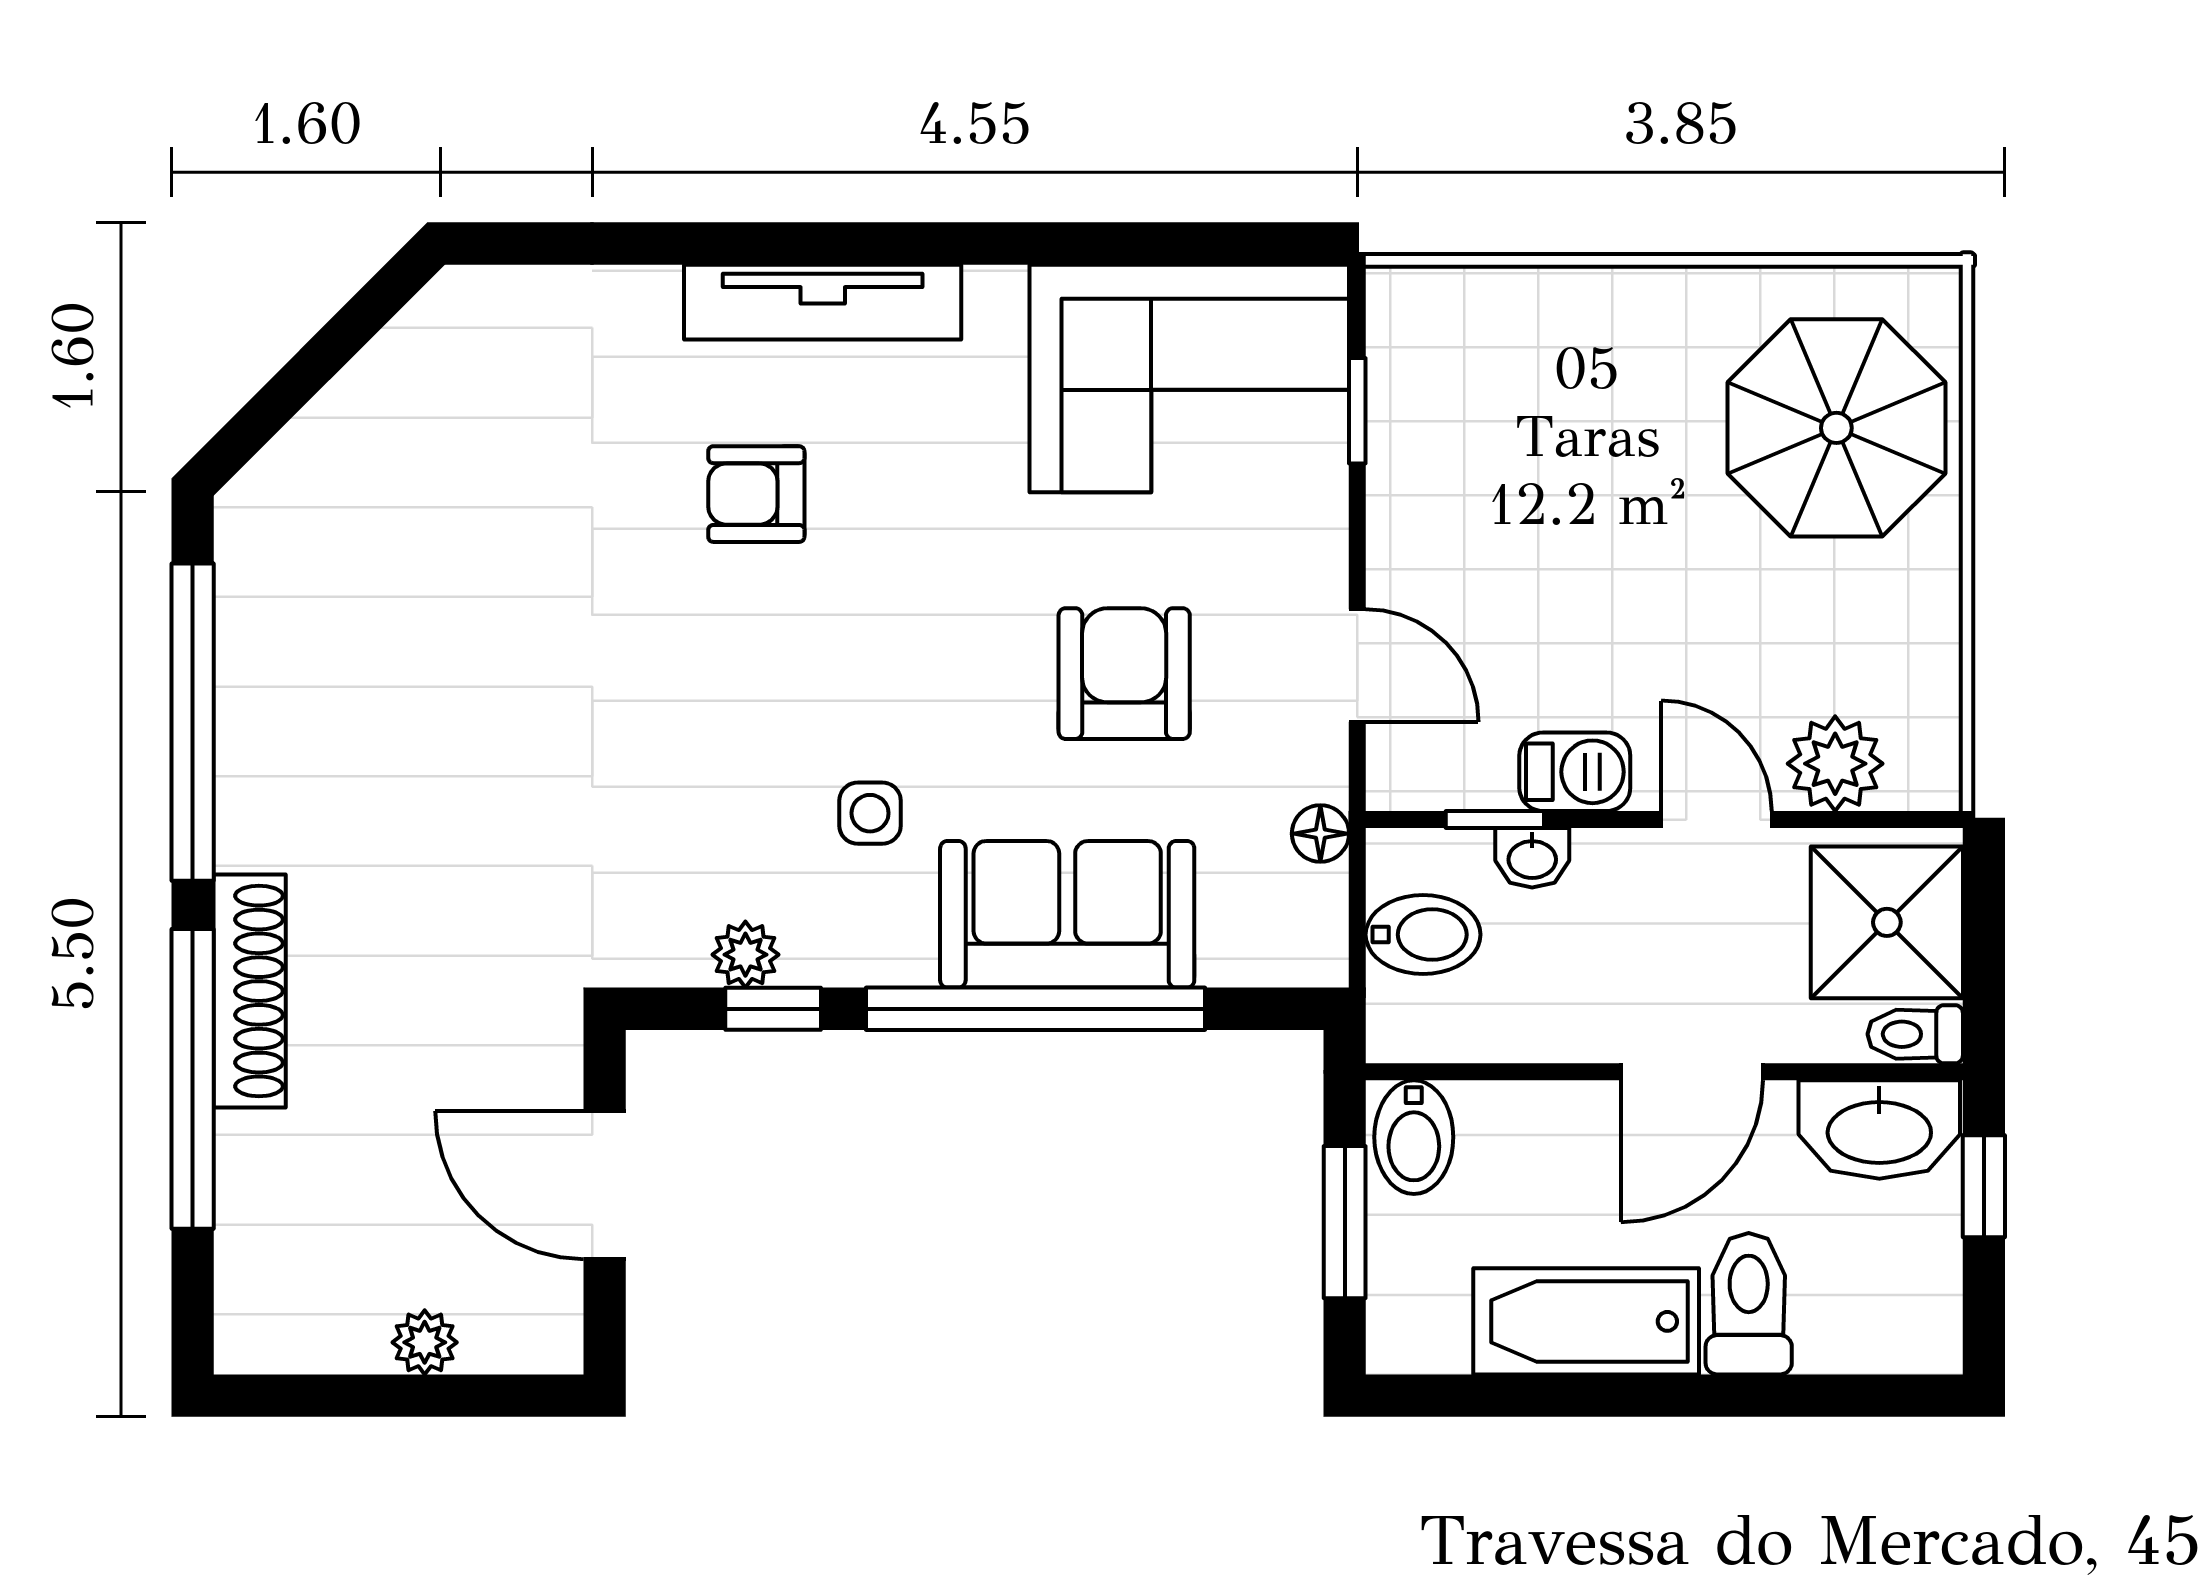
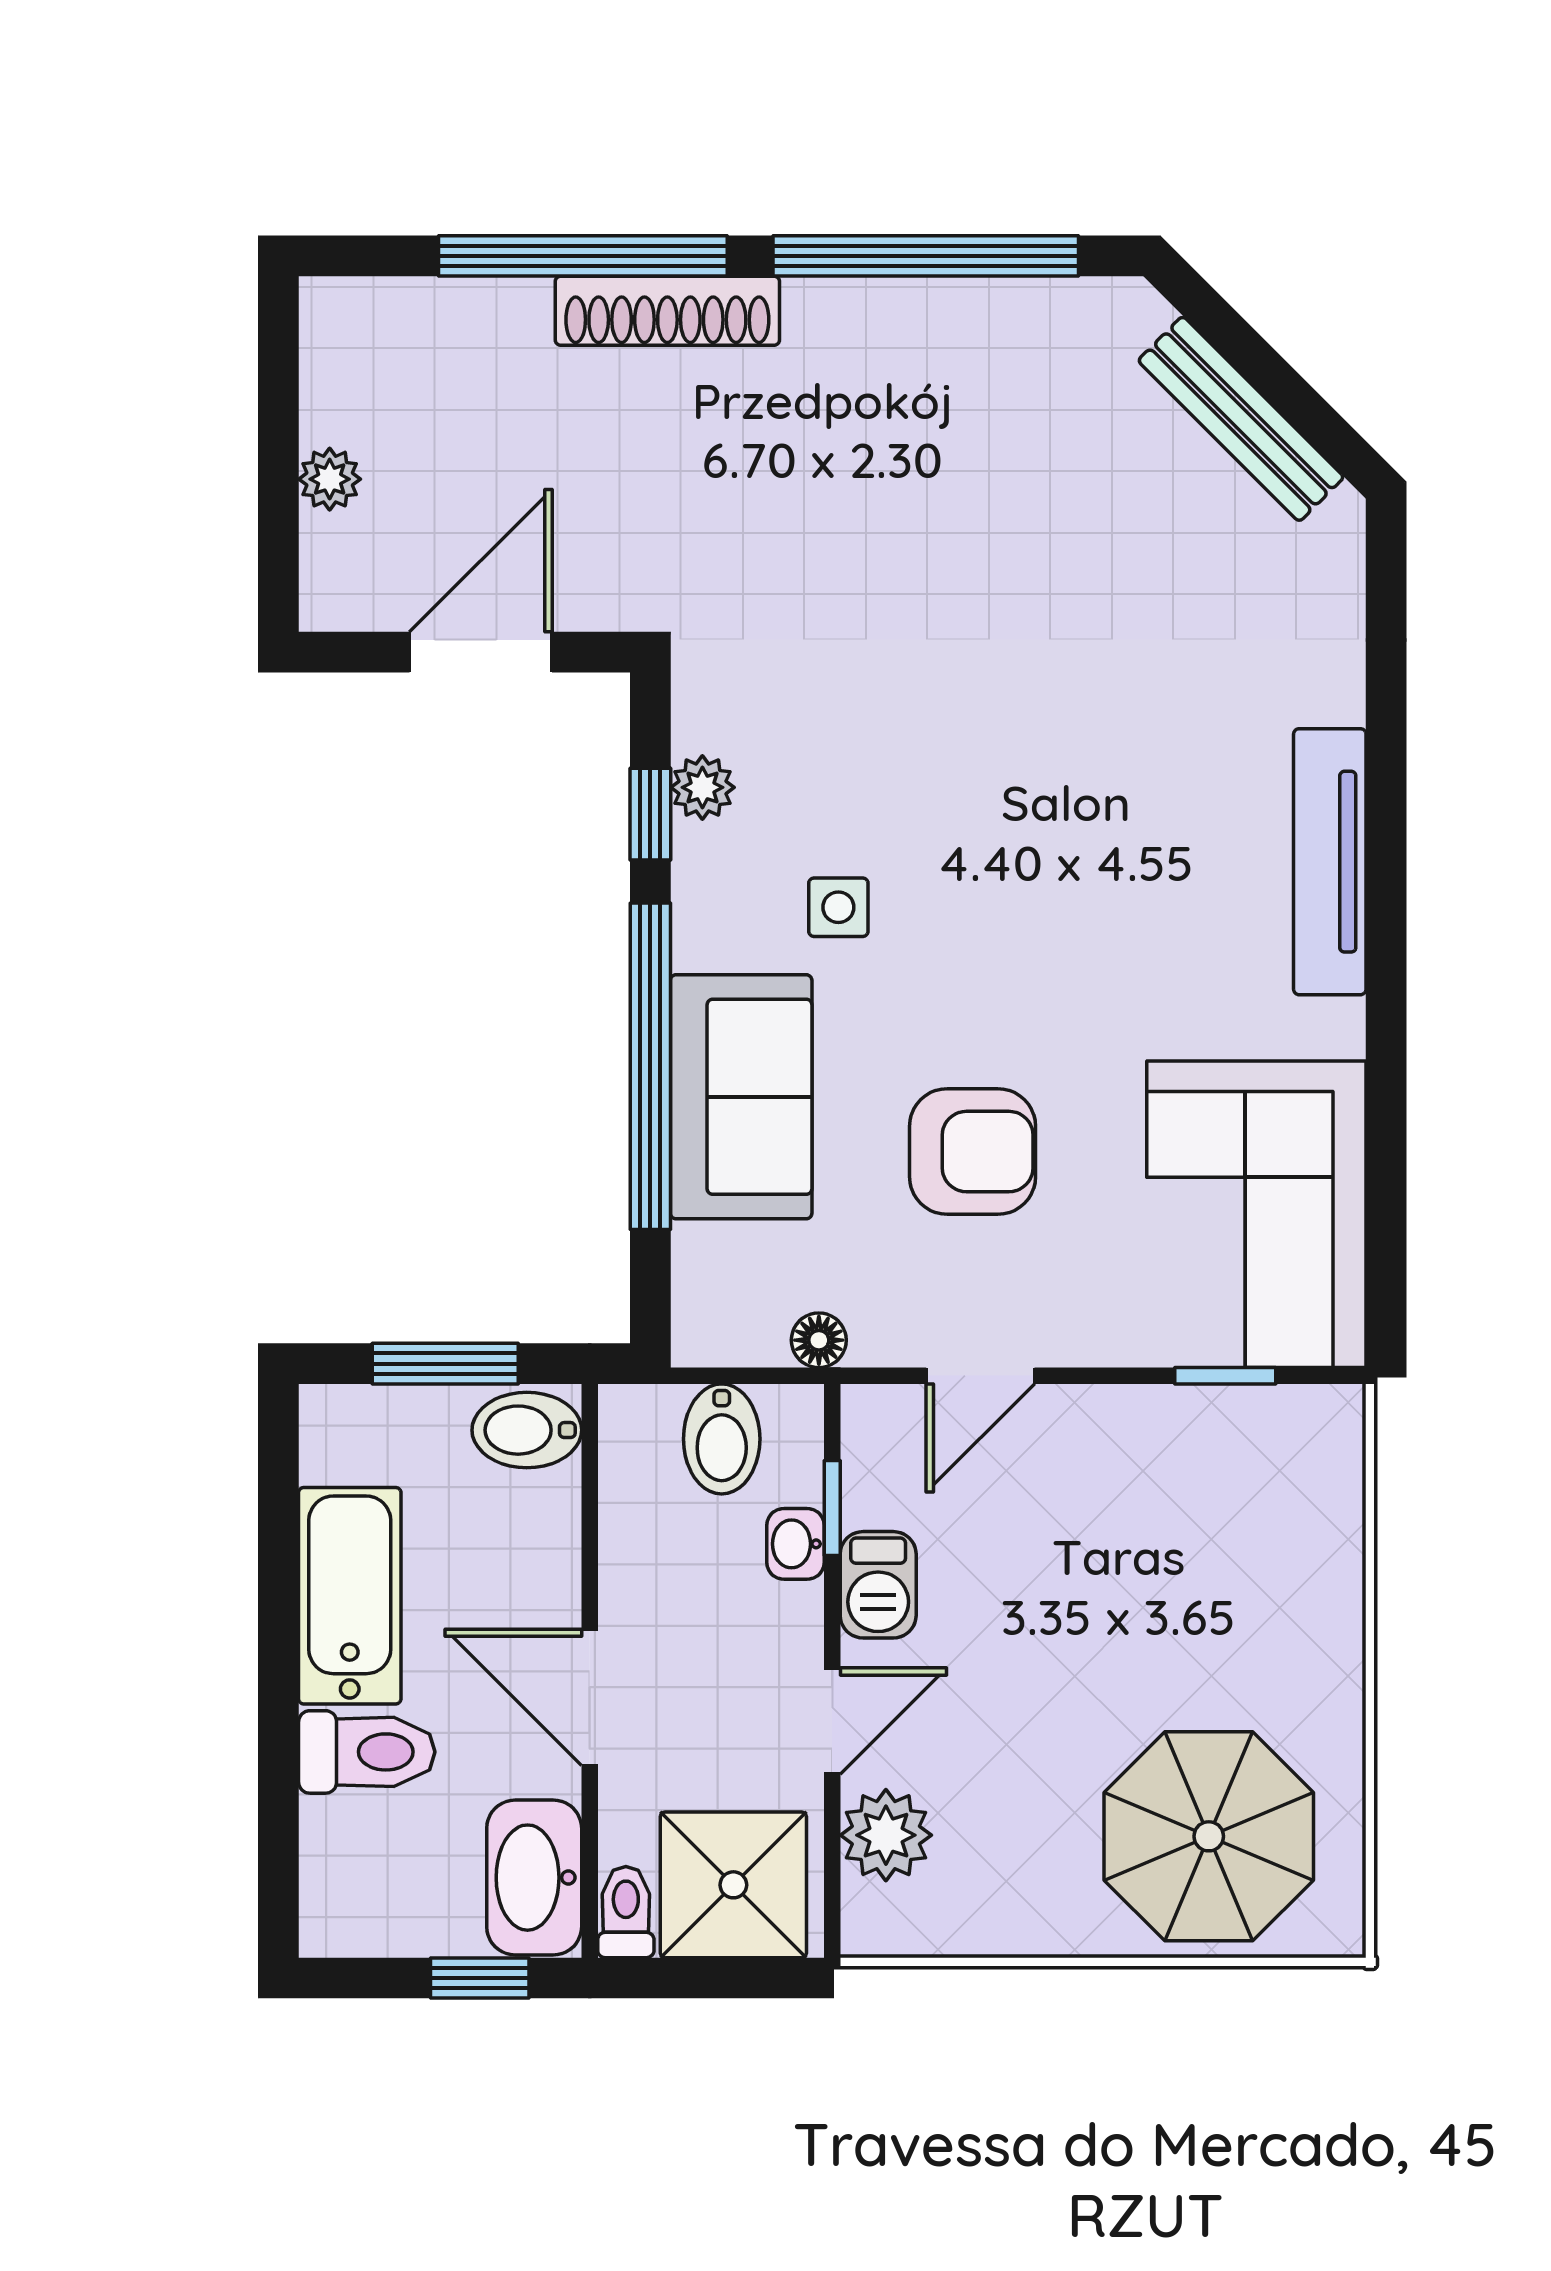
bench: (362, 394) -> (1241, 419), added
armchair: (756, 494) -> (1145, 798), removed

